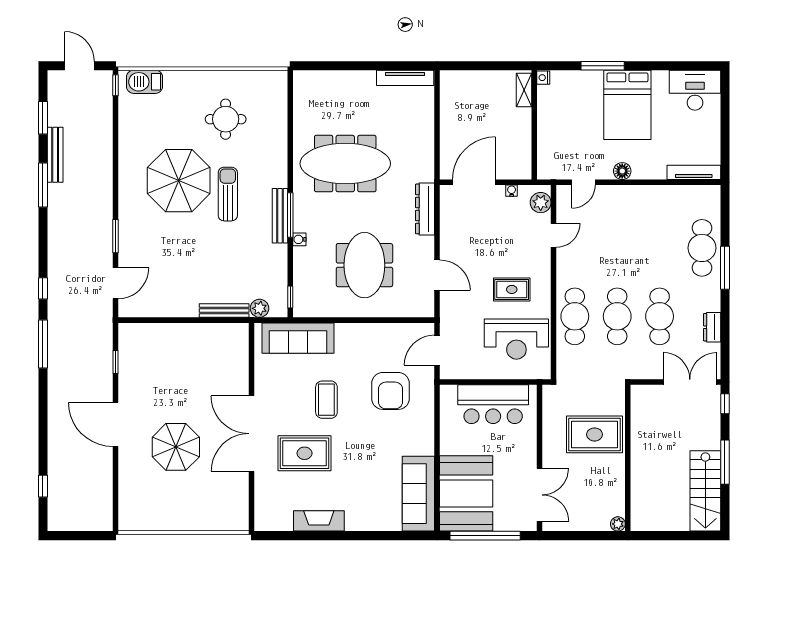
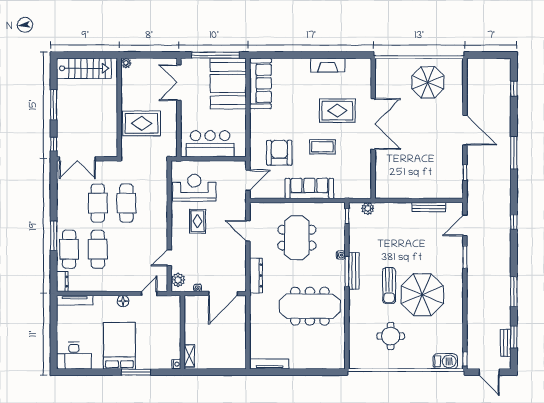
bench: (55, 155) -> (506, 343), moved, width x0.73
rug: (512, 289) -> (198, 221), turned 90
bench: (224, 311) -> (429, 207), moved
cafe table: (575, 316) -> (98, 249), moved
dresser: (712, 327) -> (62, 282), moved
sofa: (298, 338) -> (309, 188), moved
window: (43, 344) -> (514, 153), moved
coffee table: (326, 400) -> (323, 147), turned 90
parasol: (176, 447) -> (428, 82), moved
stairs: (705, 491) -> (84, 68), moved, turned 90

